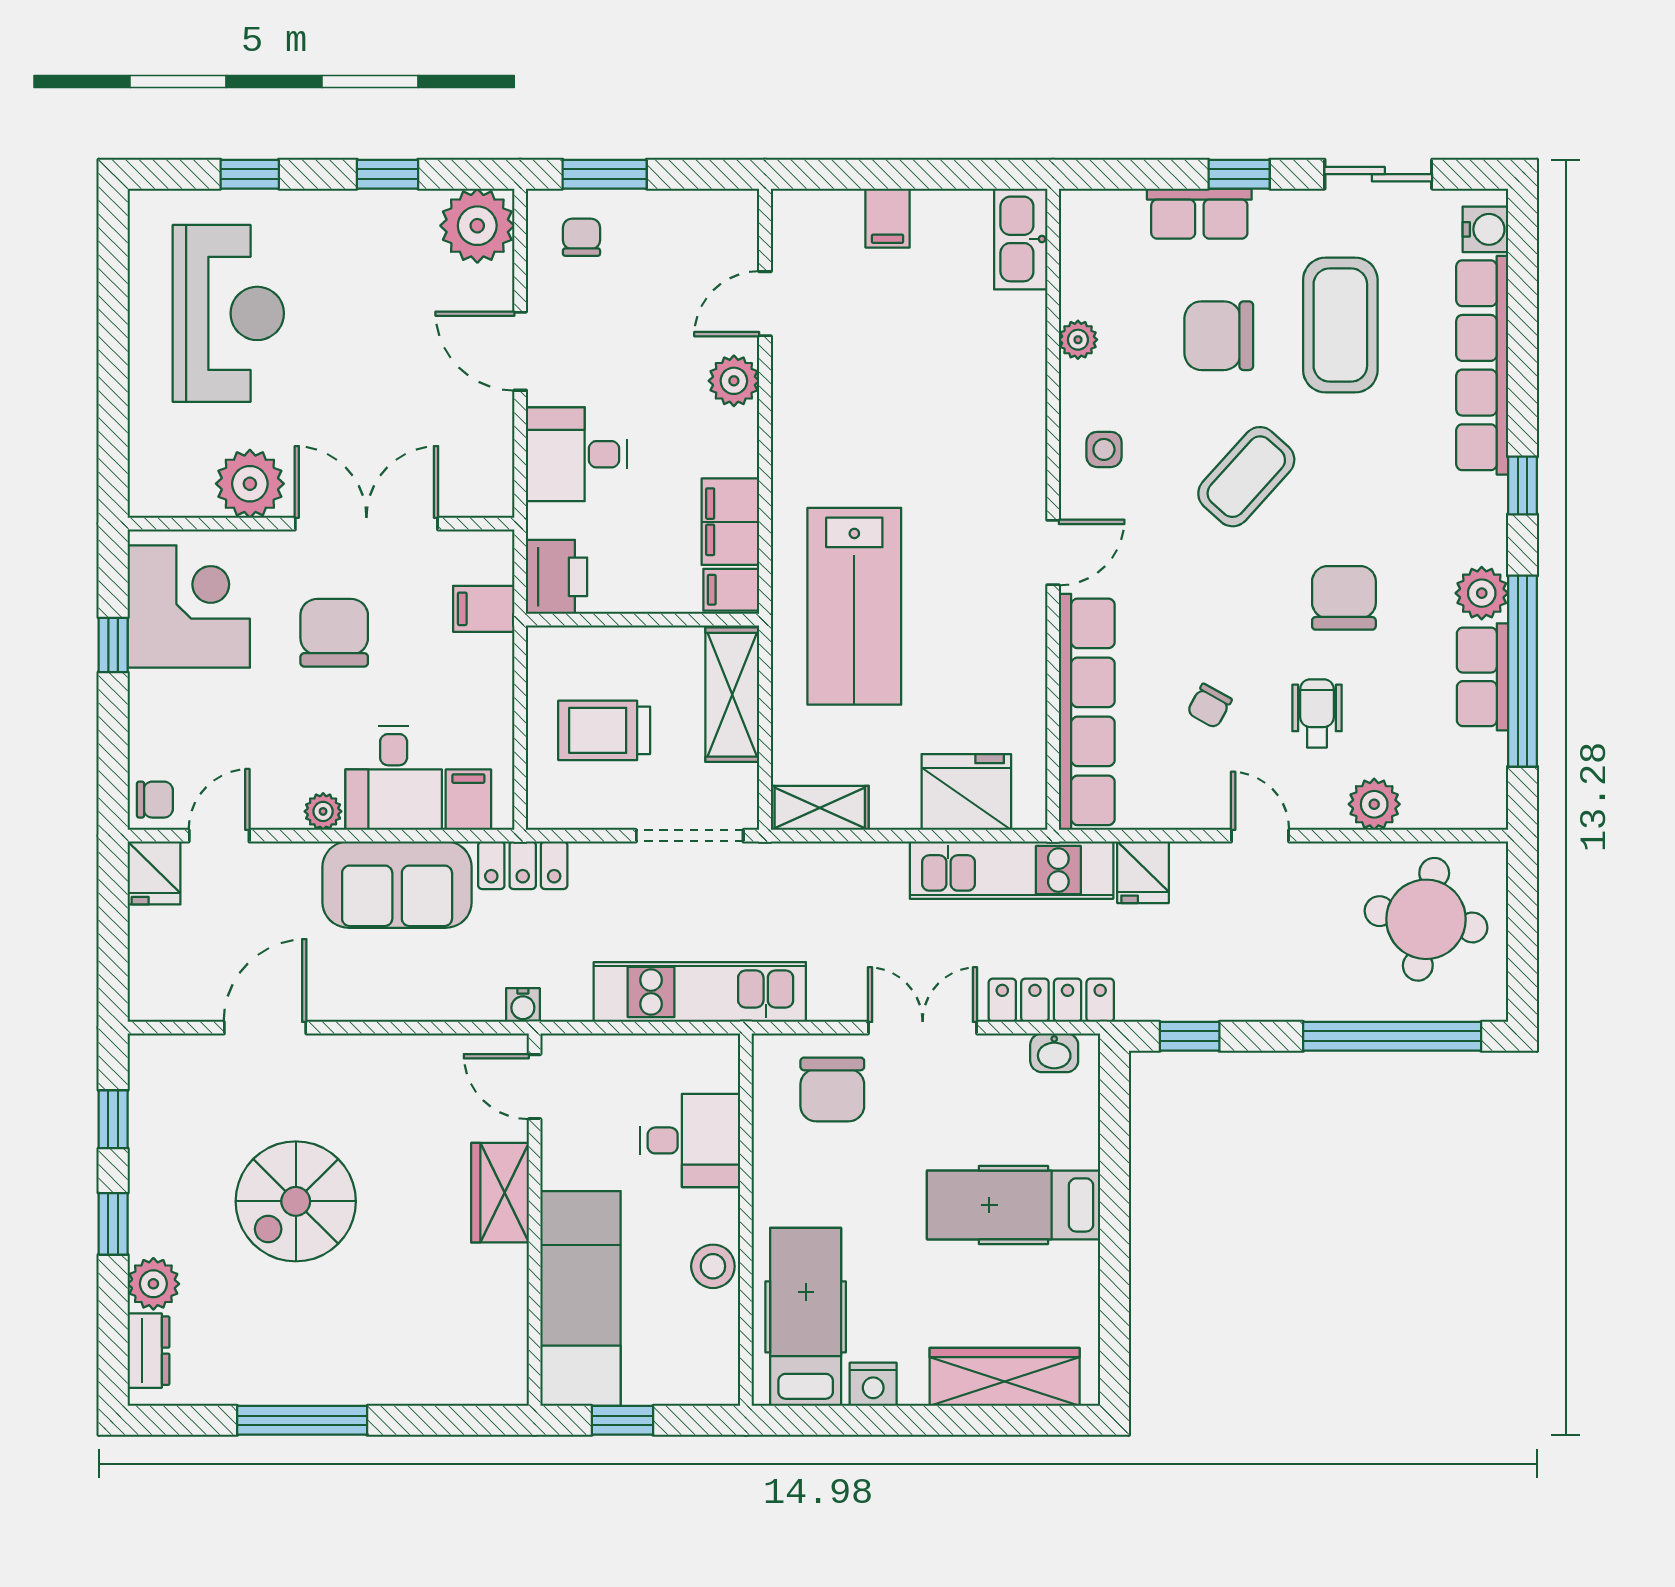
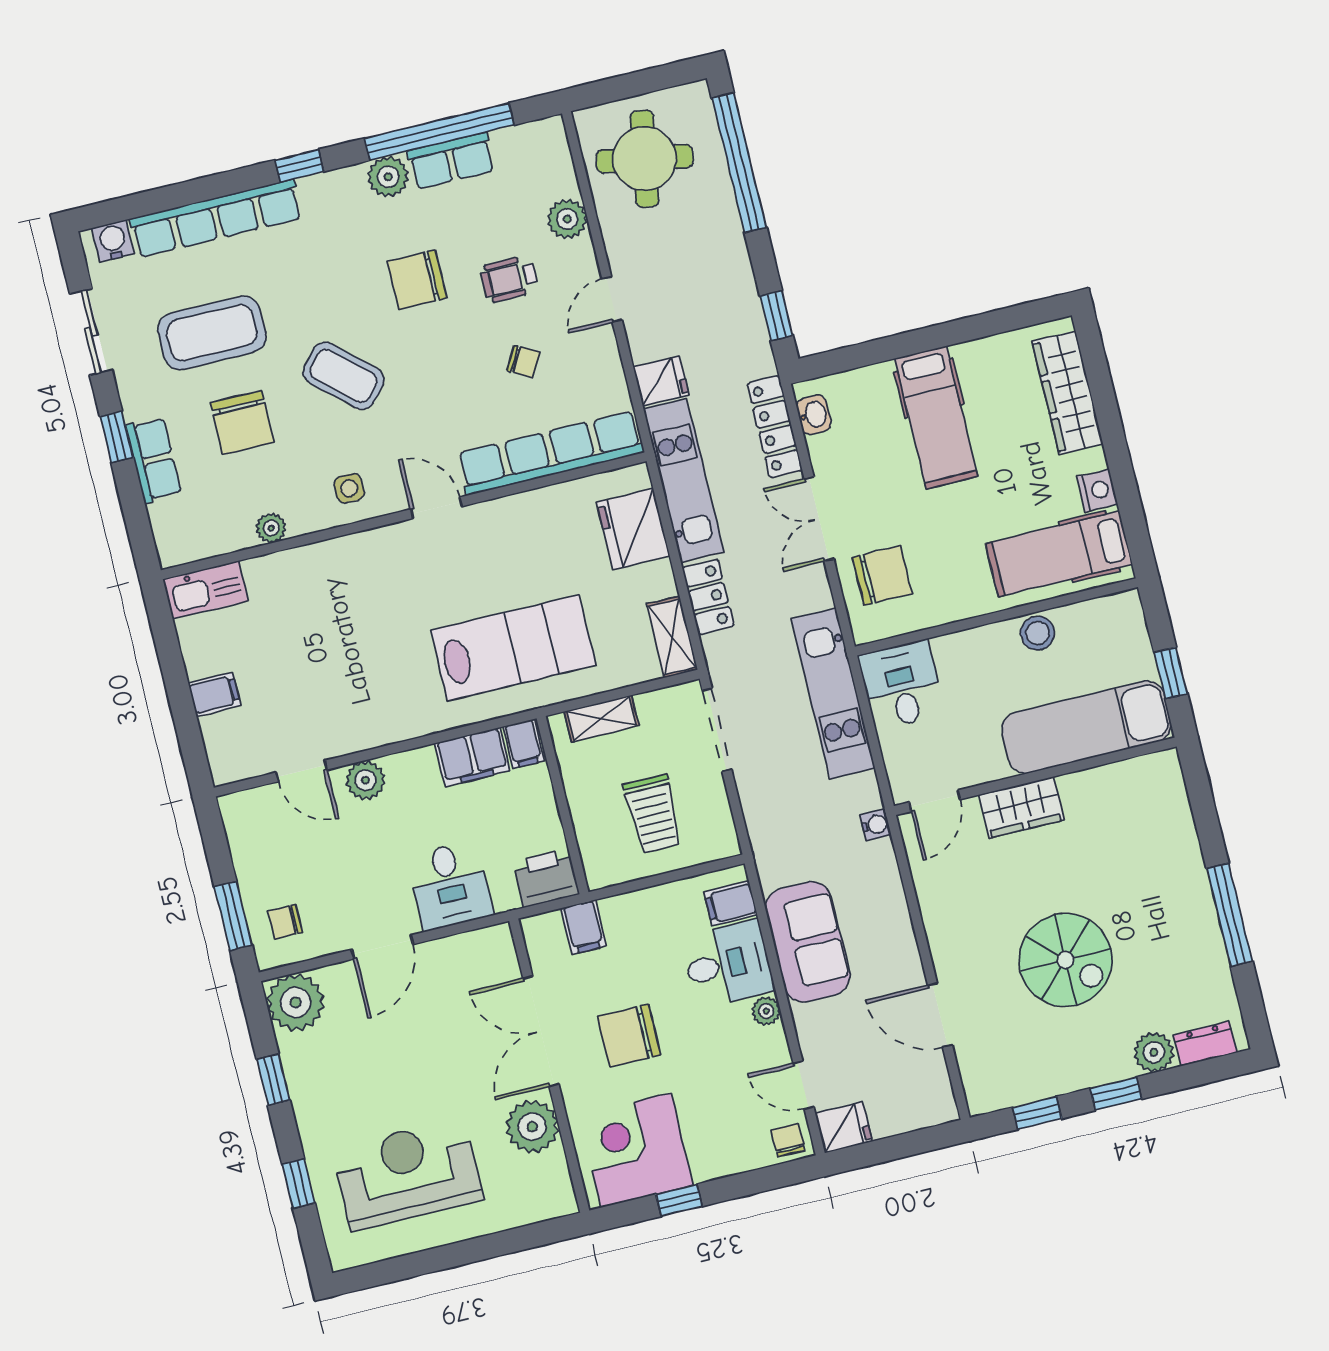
shelving: (732, 695) -> (601, 719), width x0.67, depth x0.75
locker: (523, 865) -> (708, 597), moved
desk: (690, 1140) -> (902, 685), moved

